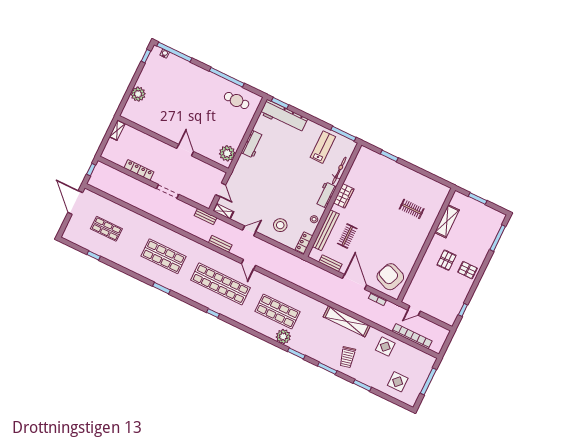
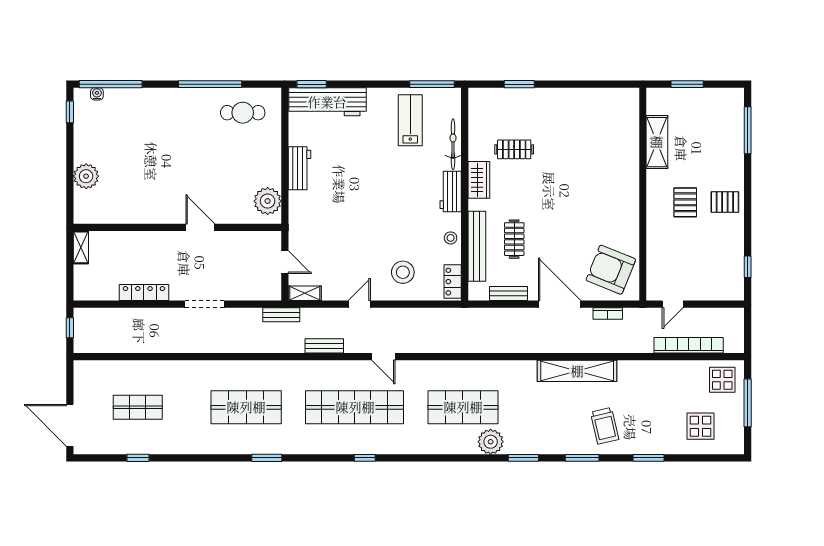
door: (75, 202) -> (70, 425), moved
clothes rail: (412, 209) -> (514, 149), moved
display table: (385, 347) -> (722, 380), moved

